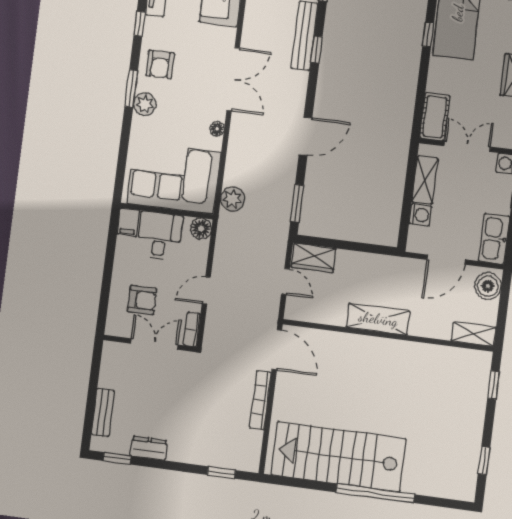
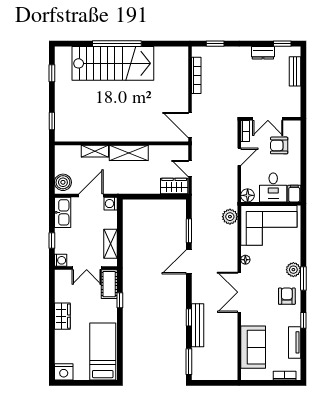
window: (428, 35) -> (120, 300), moved
window: (297, 203) -> (189, 231), moved
washing machine: (420, 215) -> (111, 204), moved
shelving: (474, 334) -> (95, 151), moved
bookcase: (260, 400) -> (196, 75), moved
stairs: (338, 457) -> (113, 63), moved

